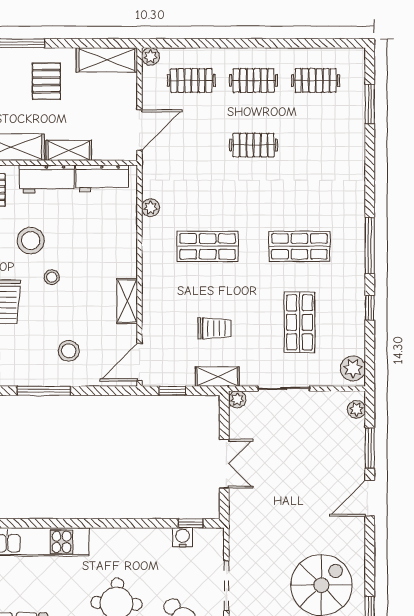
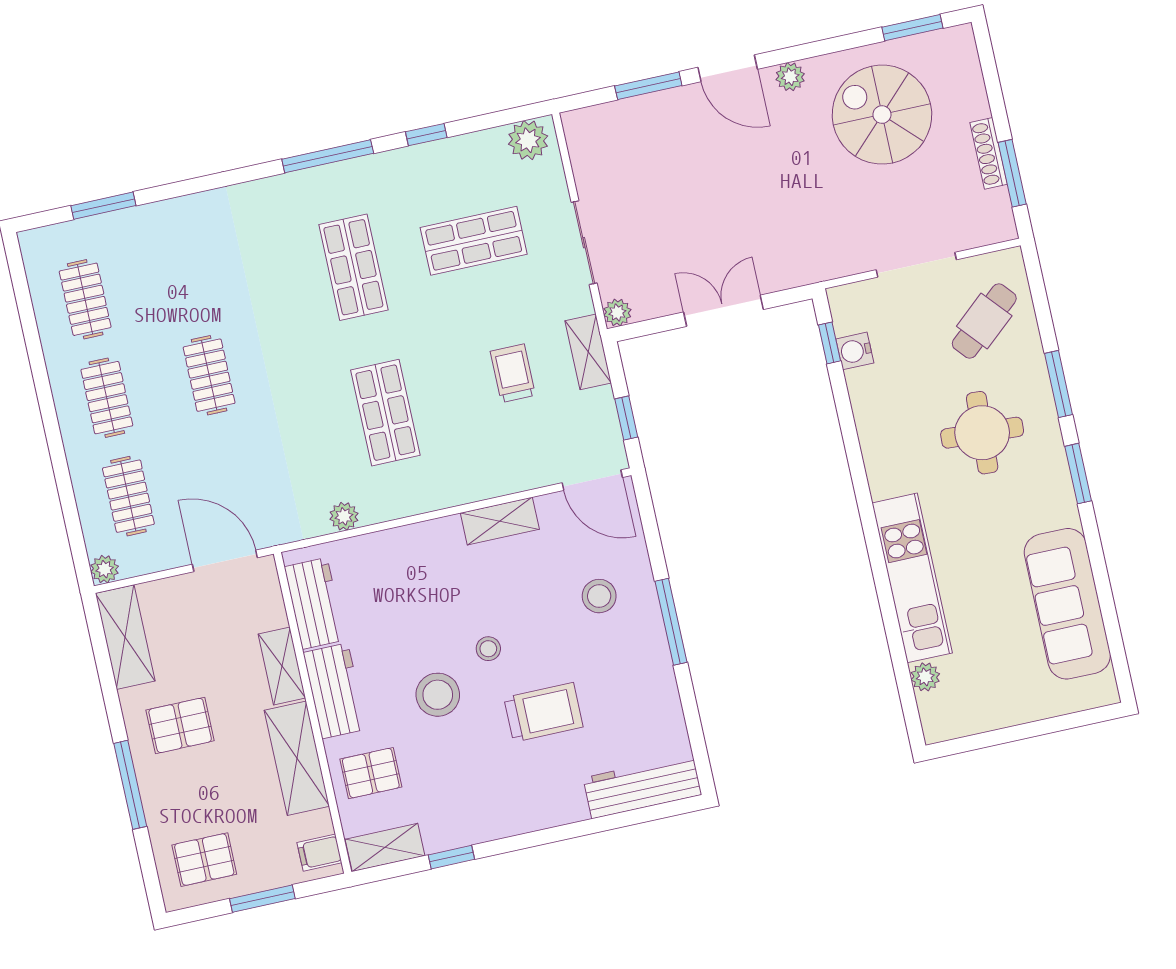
plant: (356, 409) -> (790, 77), moved

